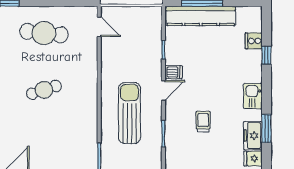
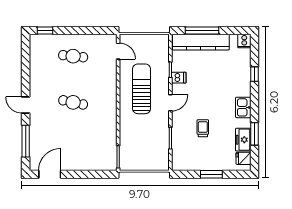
cafe table: (44, 33) -> (73, 56), width x0.73, depth x0.74
cooker: (254, 41) -> (244, 41), moved, turned -90
dishwasher: (174, 72) -> (179, 78), moved
cafe table: (44, 90) -> (73, 102), turned 30
sun lounger: (129, 113) -> (142, 89), moved

